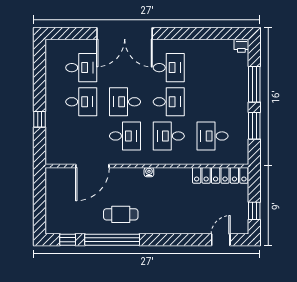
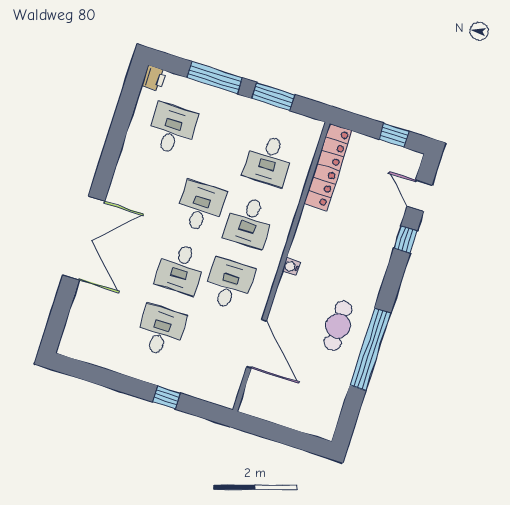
desk: (81, 68) -> (112, 315), removed
desk: (169, 68) -> (172, 129), moved
window: (68, 240) -> (405, 240), moved

